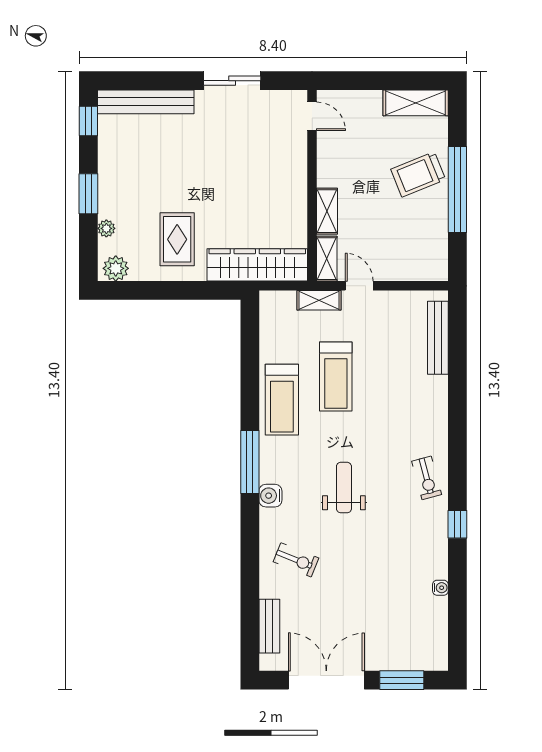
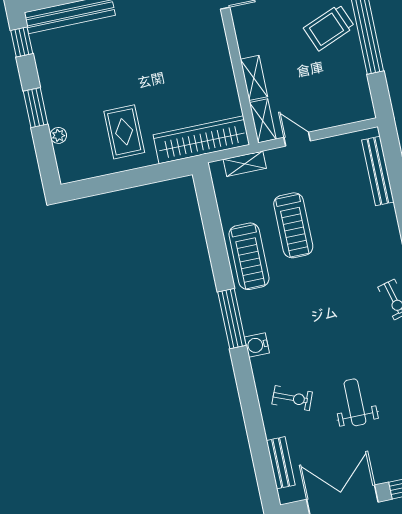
plant: (116, 268) -> (74, 170), removed
shelving: (319, 300) -> (245, 164), moved
weight bench: (344, 488) -> (355, 402), moved

